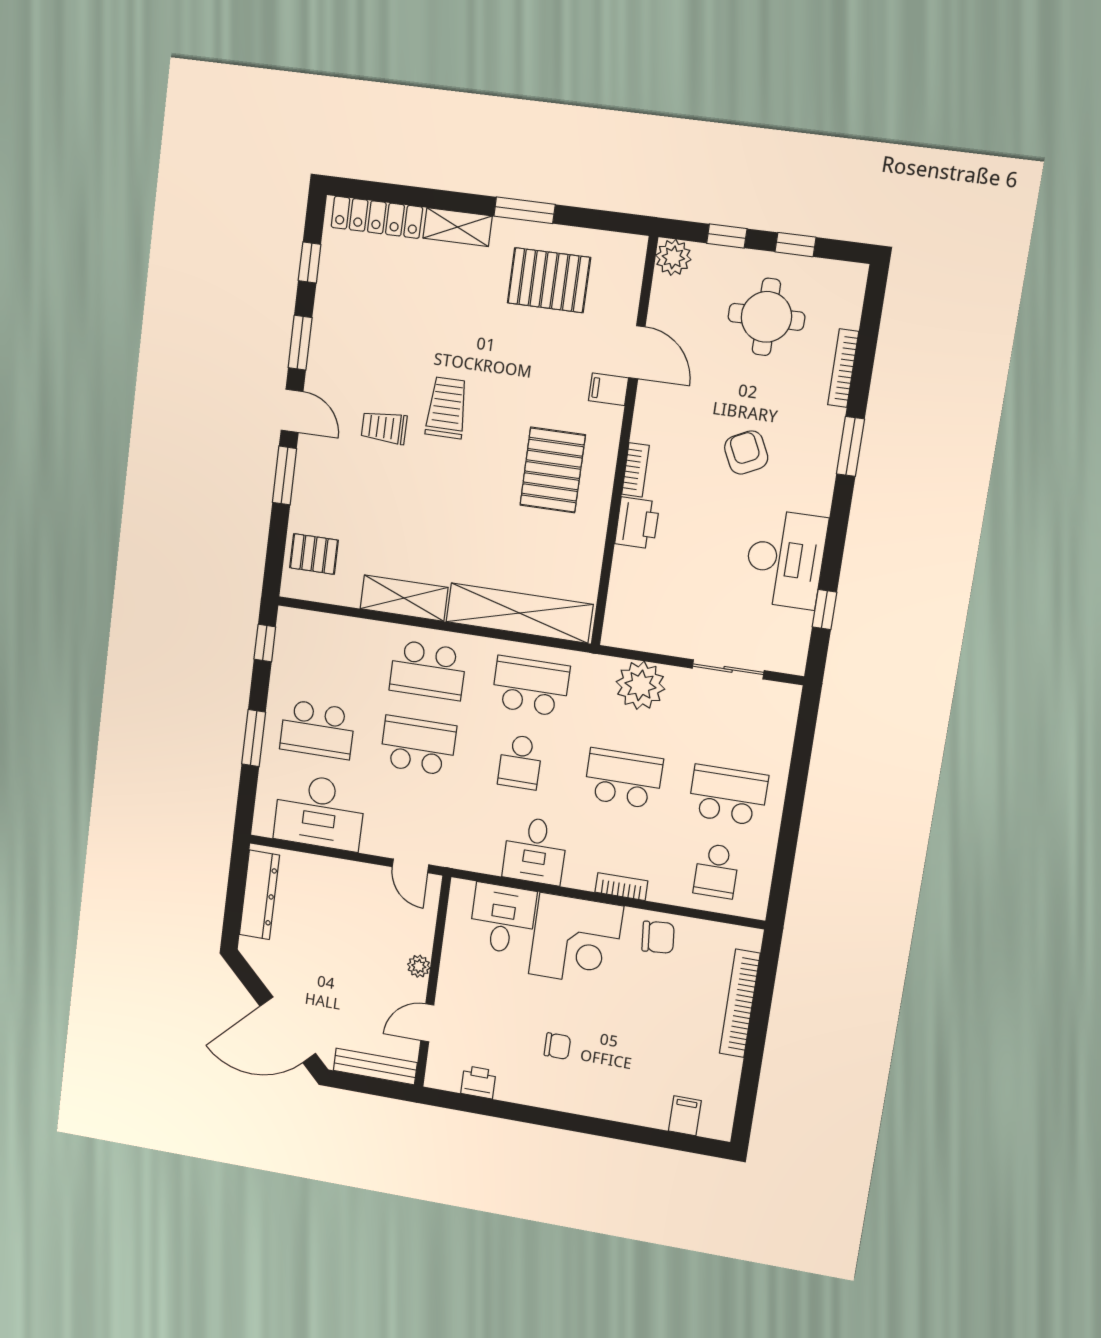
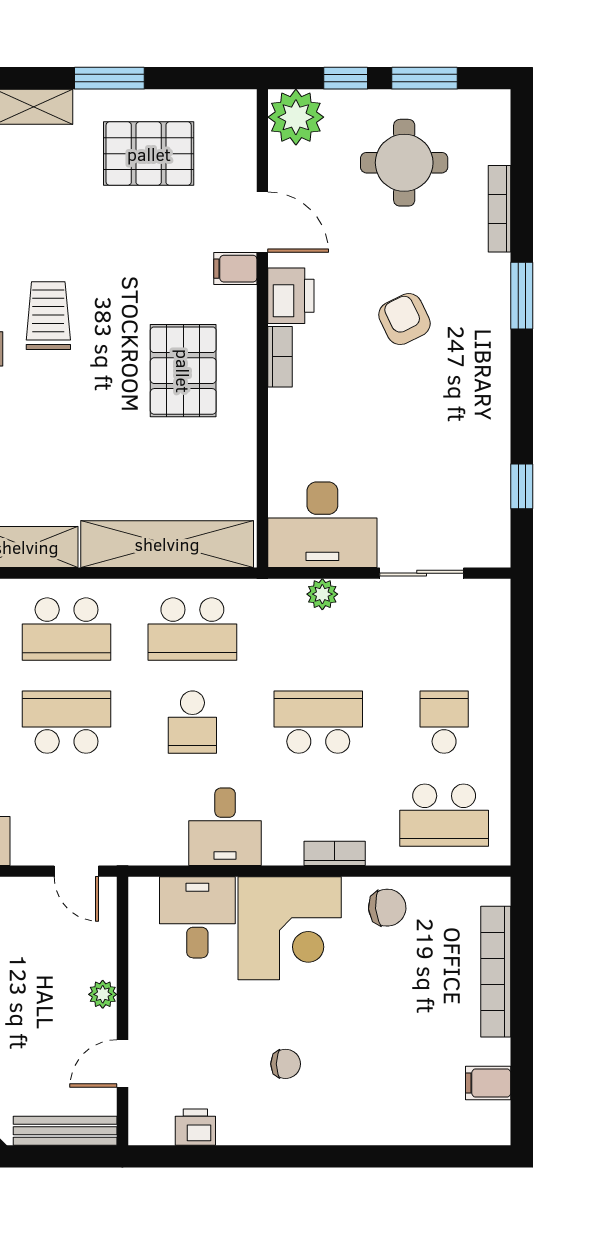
window: (795, 245) -> (425, 78), width x1.50
plant: (673, 257) -> (296, 117), width x1.36, depth x1.36
printer: (637, 523) -> (291, 296), moved
desk: (785, 559) -> (322, 525), moved, turned 90
plant: (640, 685) -> (322, 594), width x0.53, depth x0.53
school desk: (531, 686) -> (192, 629), turned 180
school desk: (728, 795) -> (444, 722), width x0.54
school desk: (716, 871) -> (444, 815), width x1.85
filing cabinet: (685, 1116) -> (488, 1083), moved, turned -90

